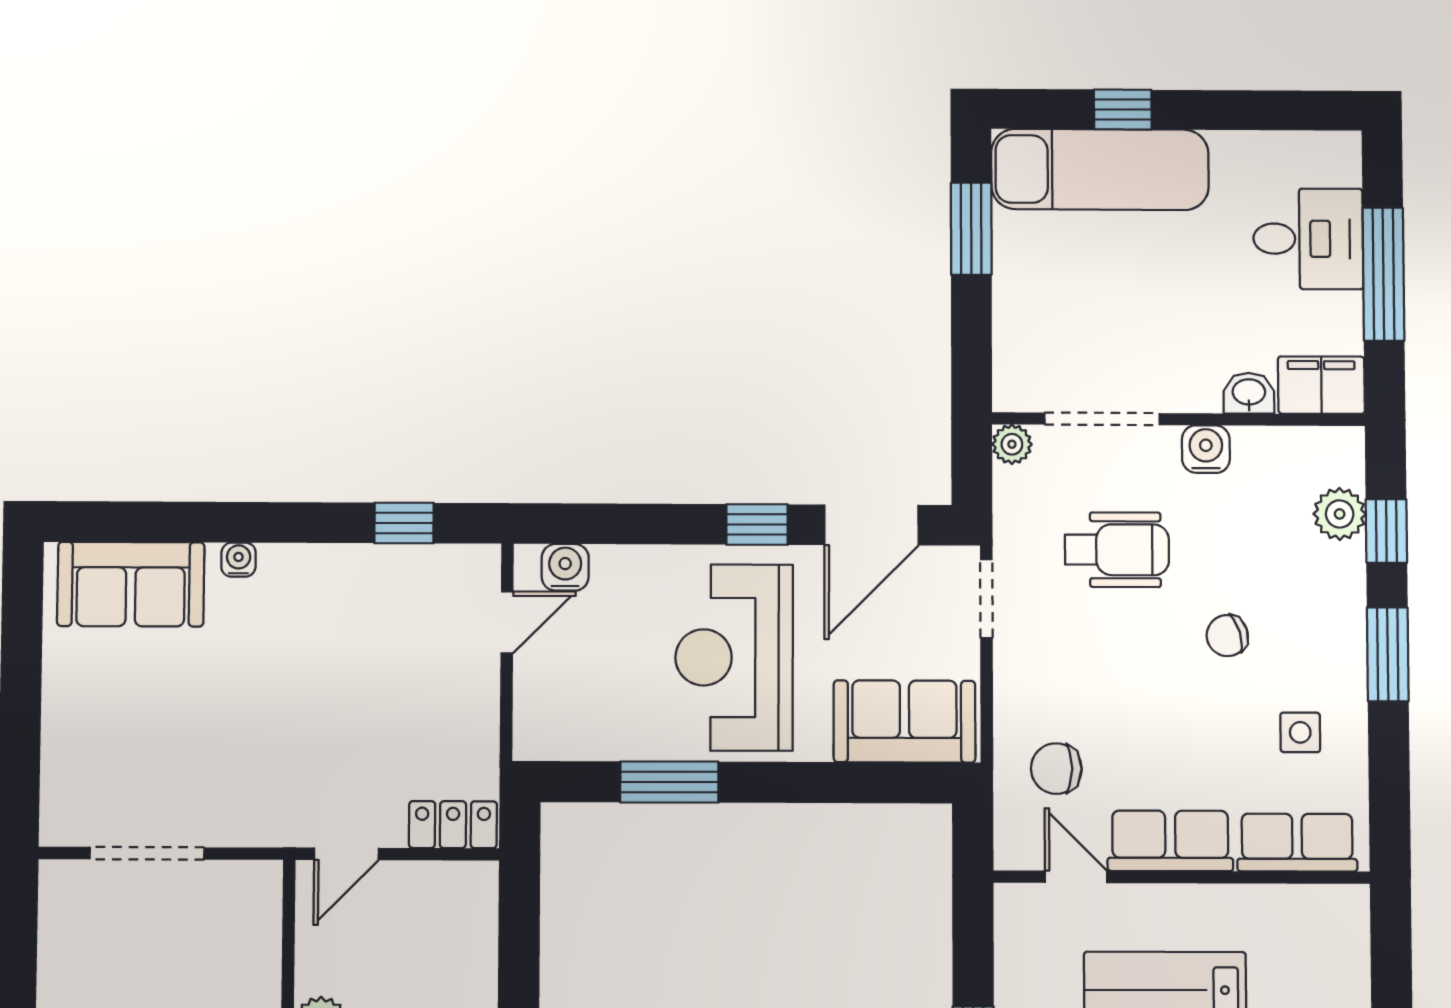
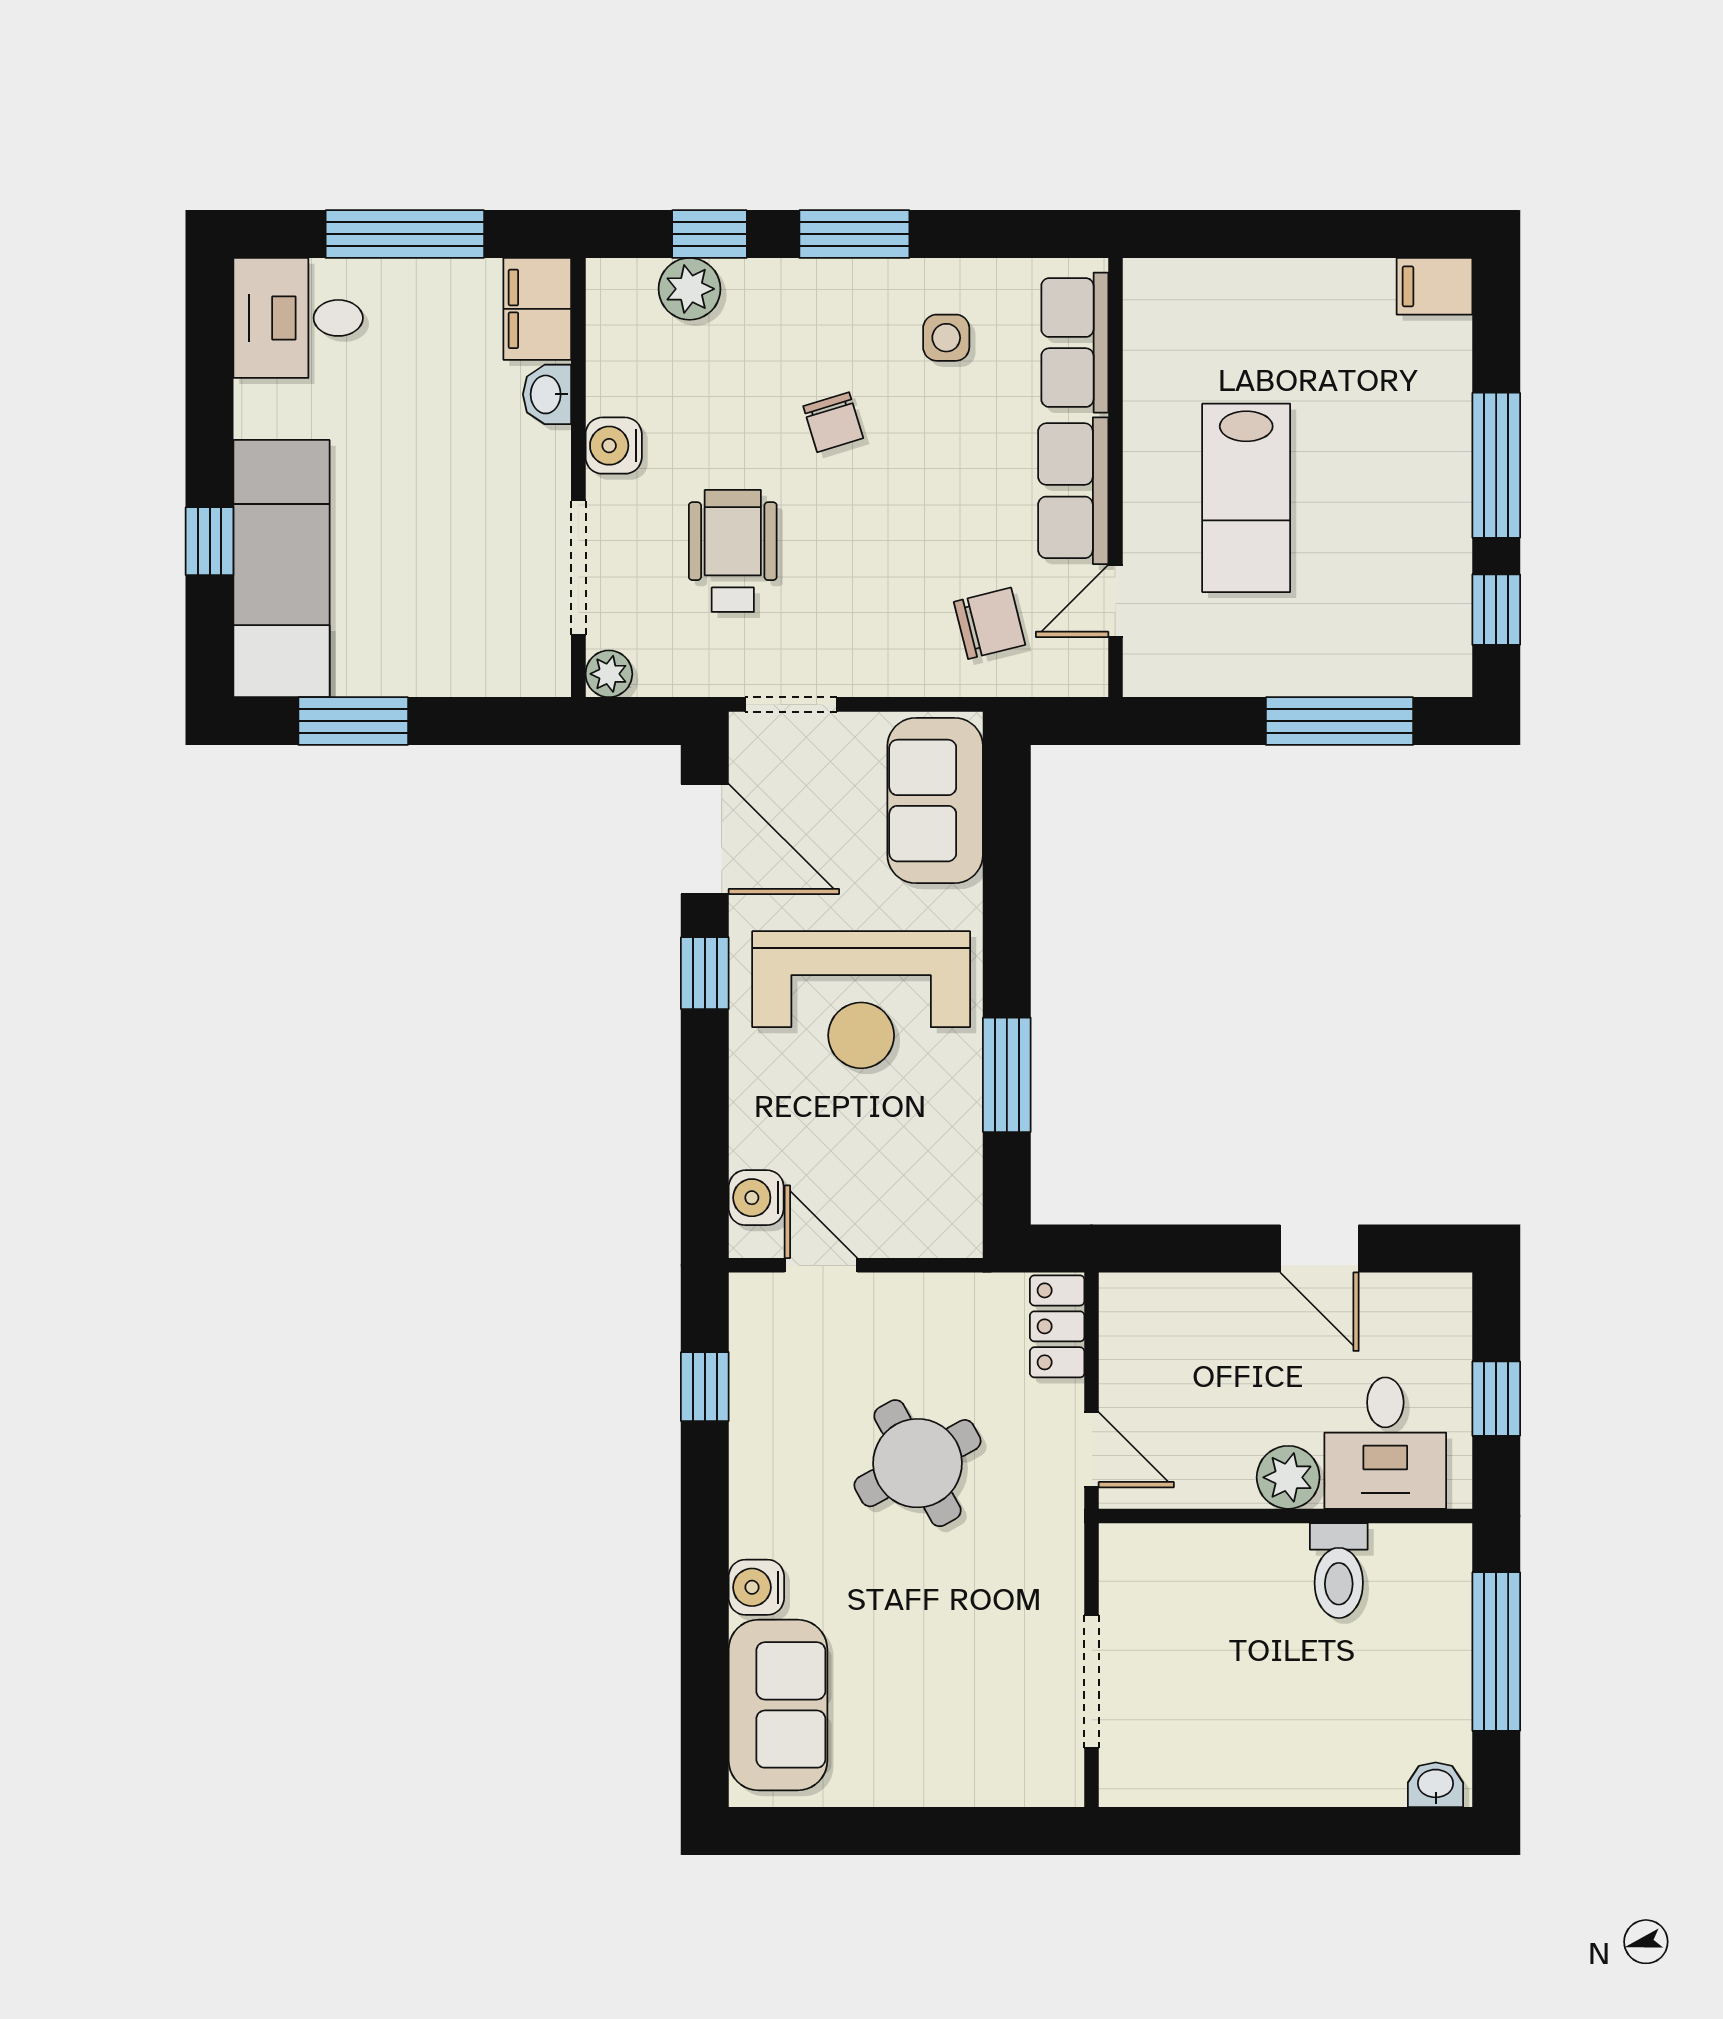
desk: (1308, 239) -> (298, 318), moved, turned -90
water cooler: (238, 560) -> (756, 1587), width x1.38, depth x1.38
round table: (337, 704) -> (917, 1463), added
chair: (1056, 769) -> (990, 623), turned -104

